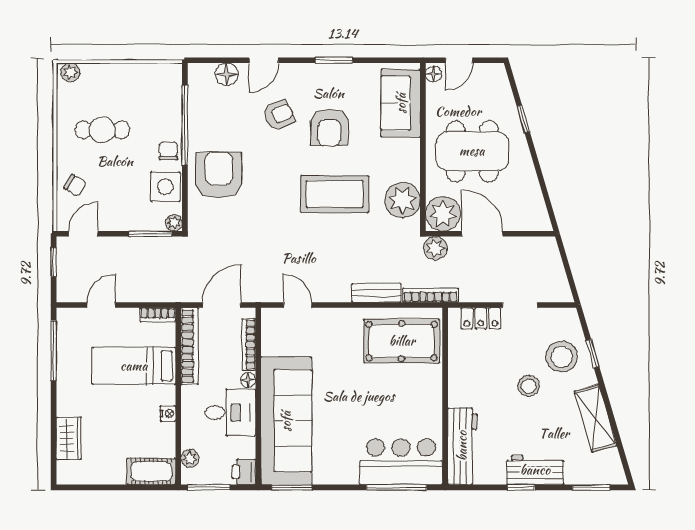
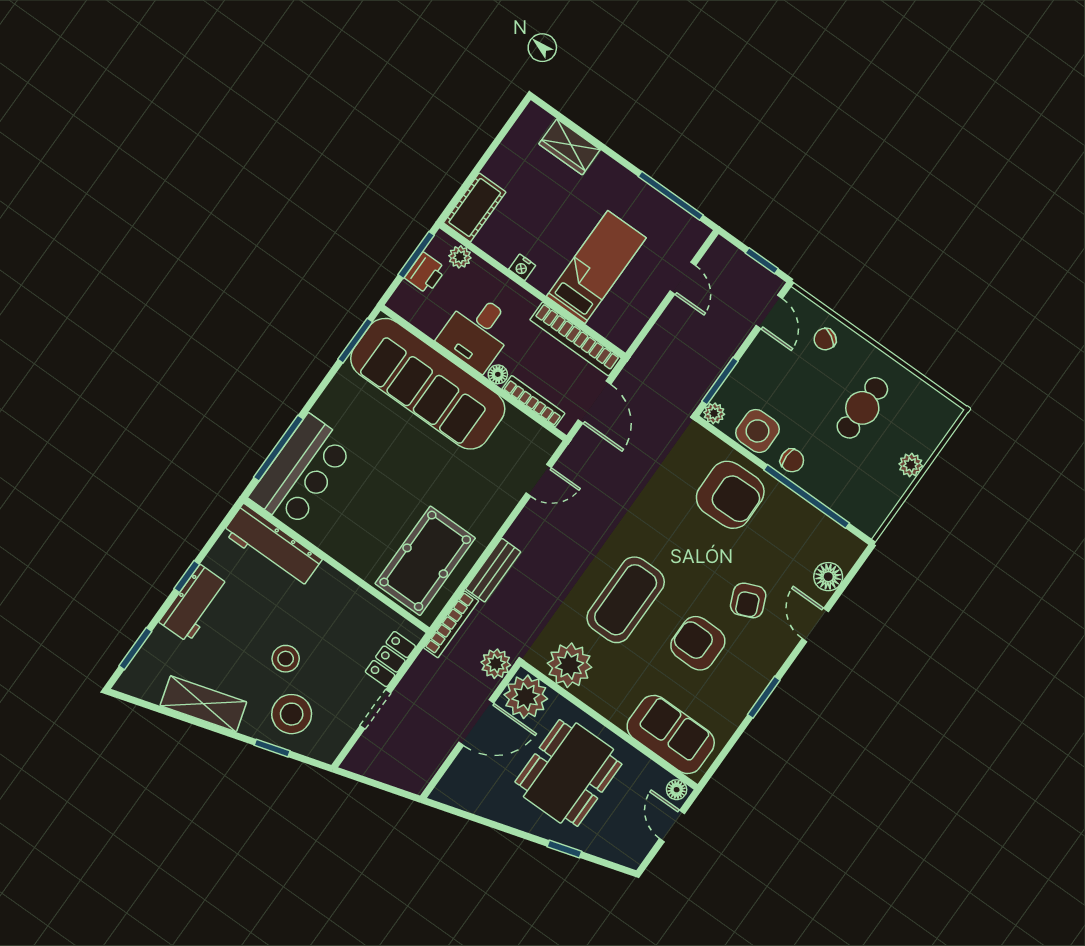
plant: (70, 72) -> (911, 465), moved
bookcase: (158, 315) -> (631, 329), removed
printer: (244, 472) -> (425, 273), moved, turned 90

